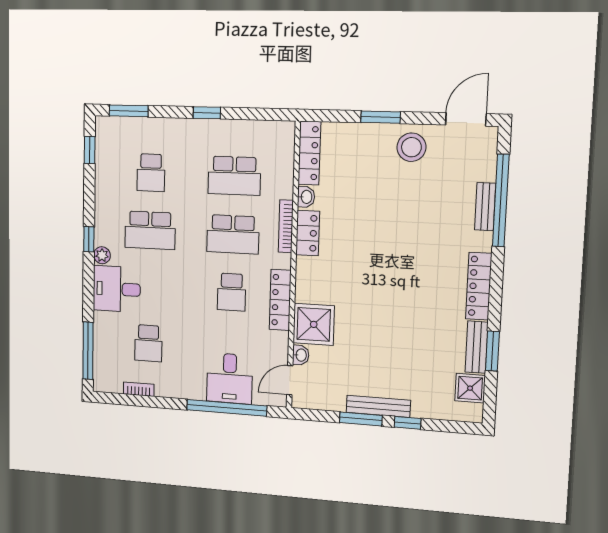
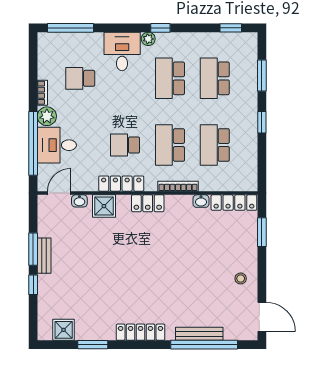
window: (129, 111) -> (262, 75), moved
window: (381, 117) -> (262, 232), moved
stool: (411, 147) -> (241, 278), width x0.53, depth x0.53
school desk: (151, 173) -> (215, 78), width x1.85
bench: (485, 207) -> (199, 334), width x1.36
locker: (308, 233) -> (148, 203), moved
shower: (314, 324) -> (104, 206), width x0.73, depth x0.73
bench: (477, 347) -> (95, 333), removed
door: (290, 380) -> (59, 193), hinge flipped
plant: (194, 388) -> (47, 116), added
bookcase: (139, 389) -> (42, 93), moved
bench: (378, 406) -> (44, 256), width x0.73

